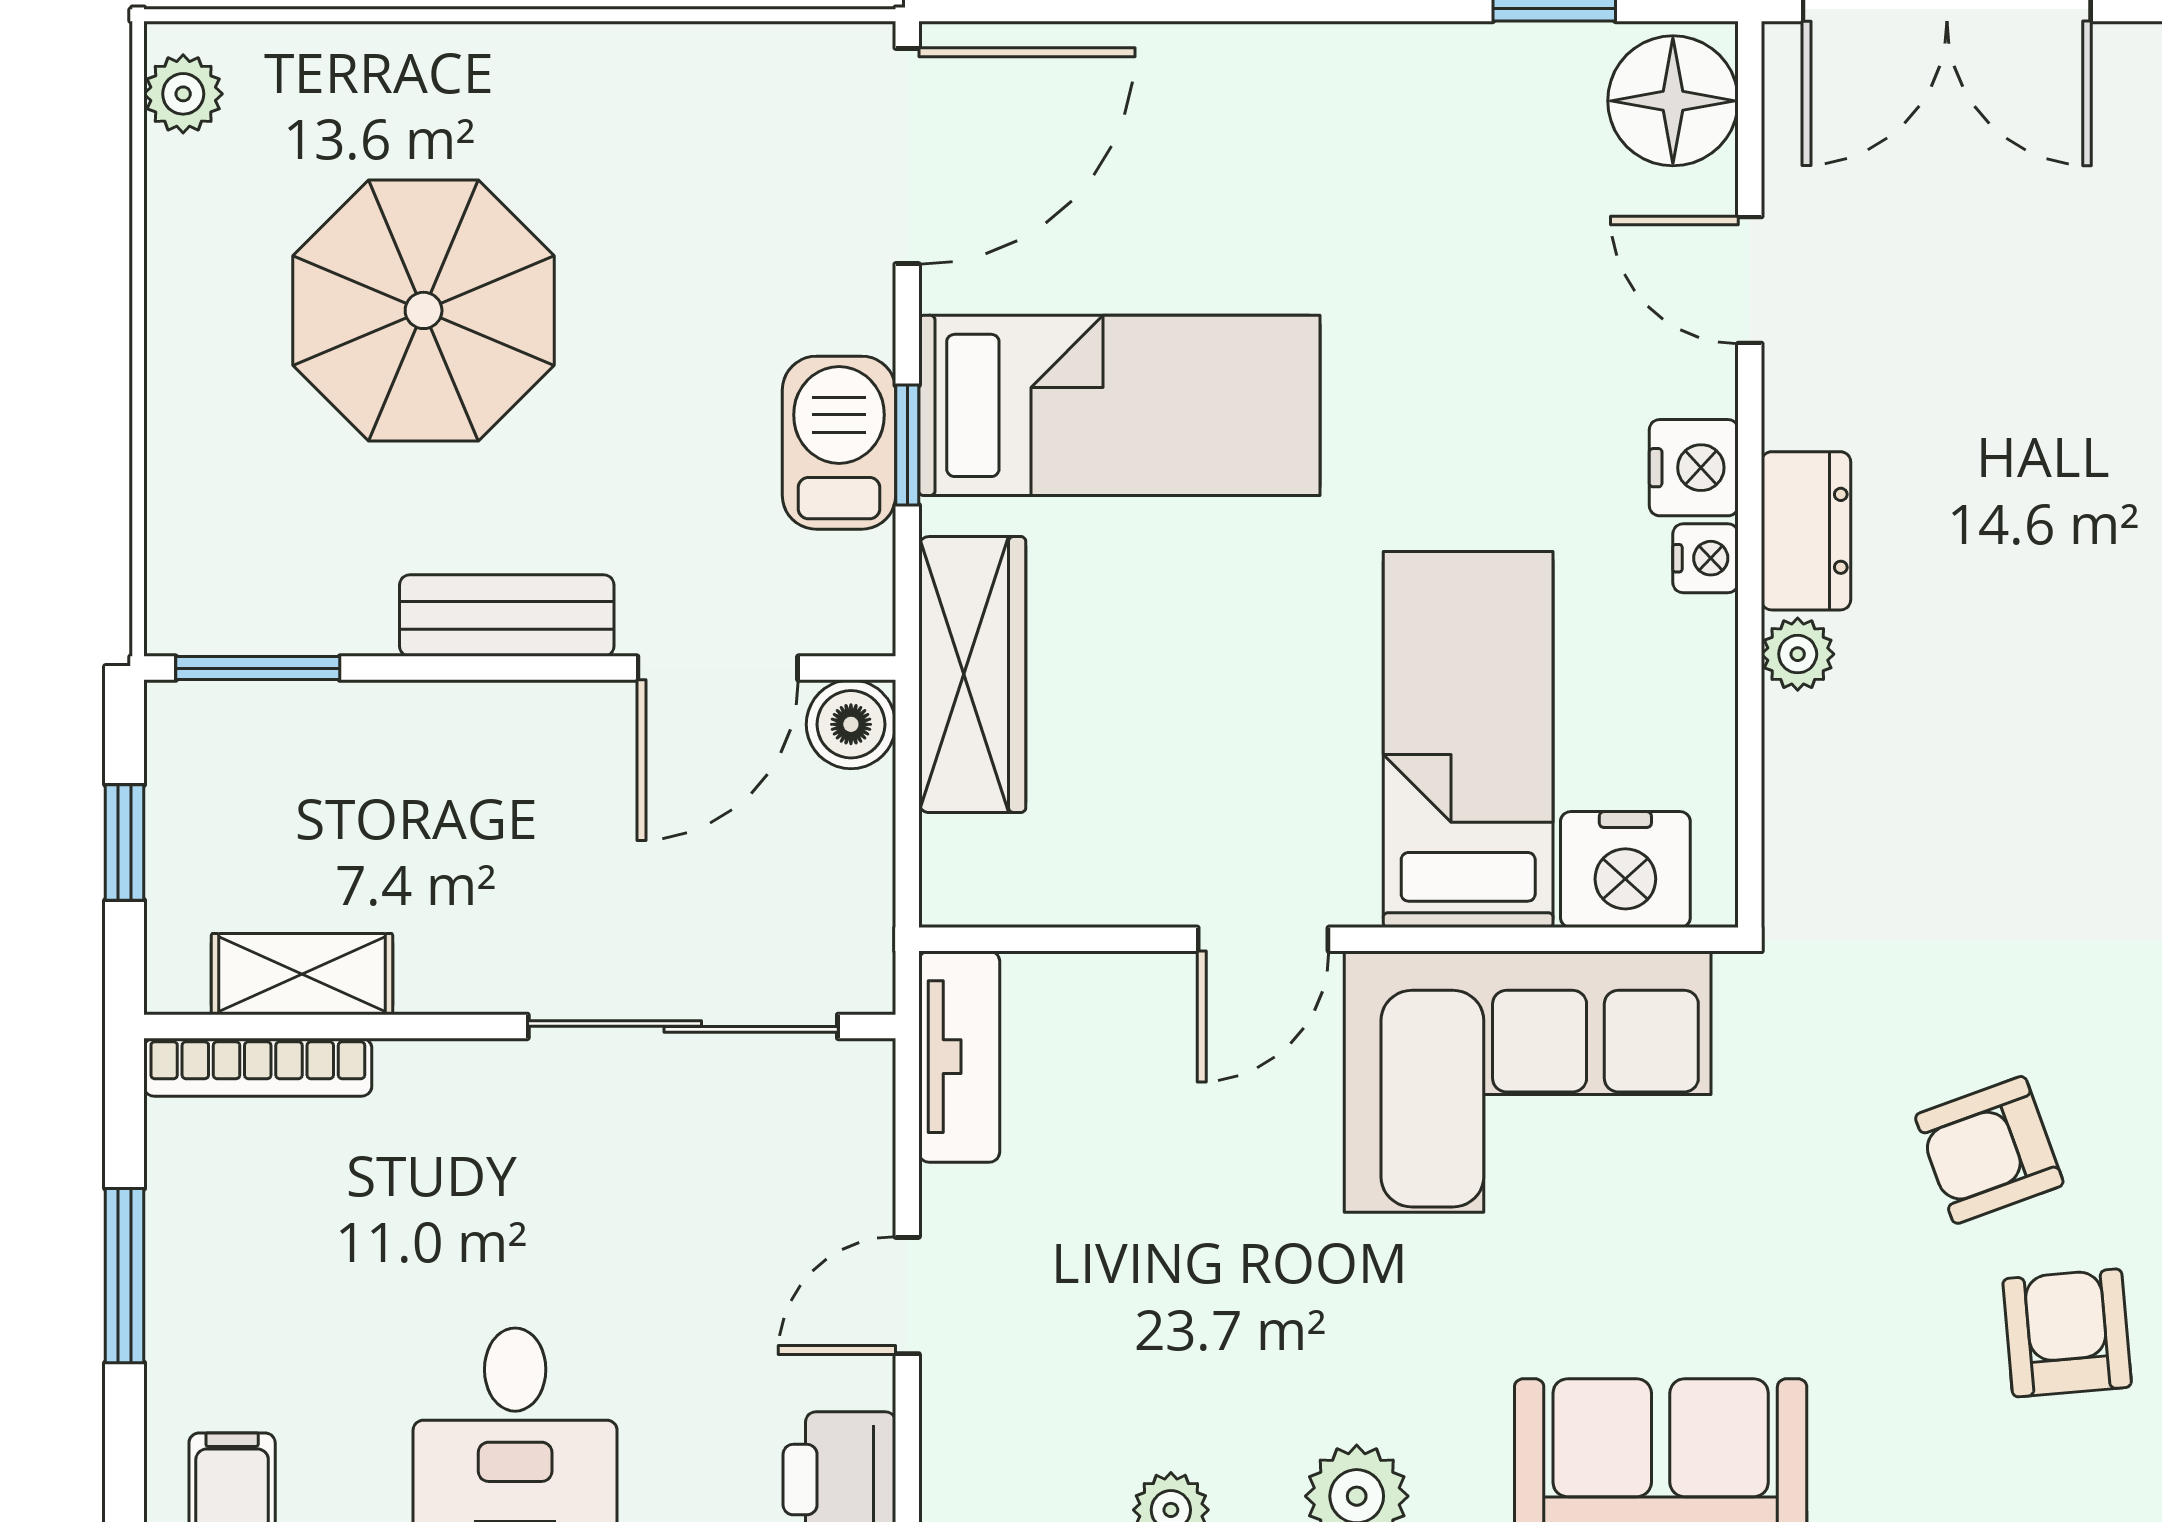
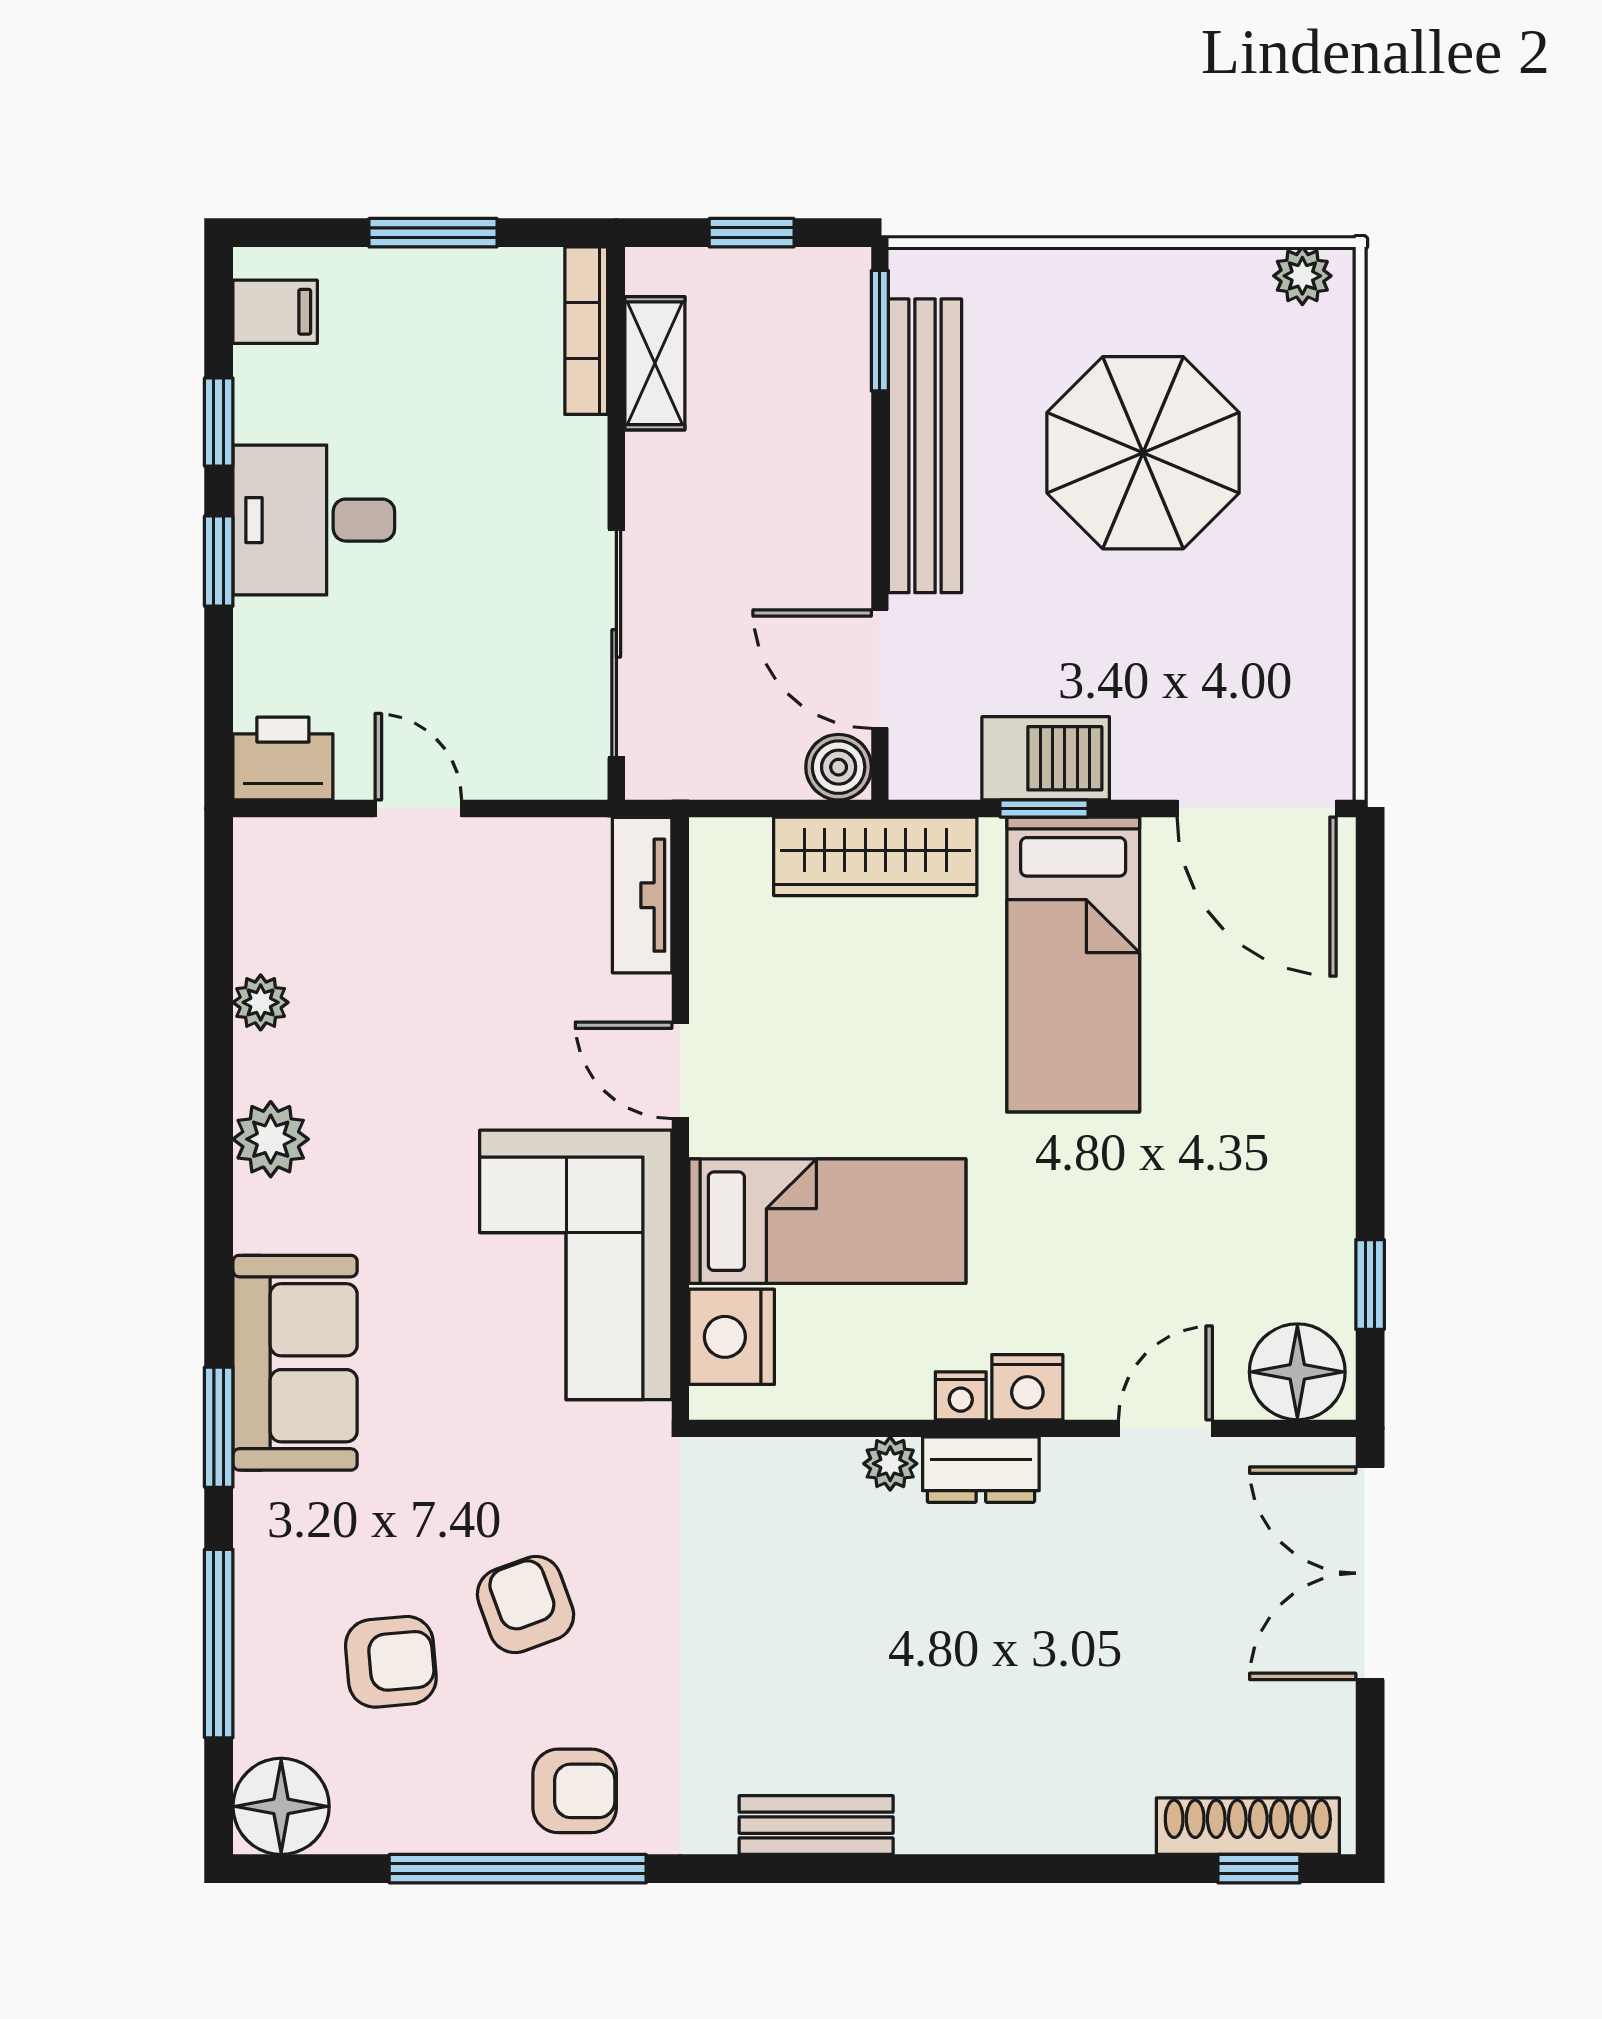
bench: (507, 616) -> (925, 446), width x1.86, depth x1.21
tv unit: (959, 1057) -> (642, 895), moved, turned 90

